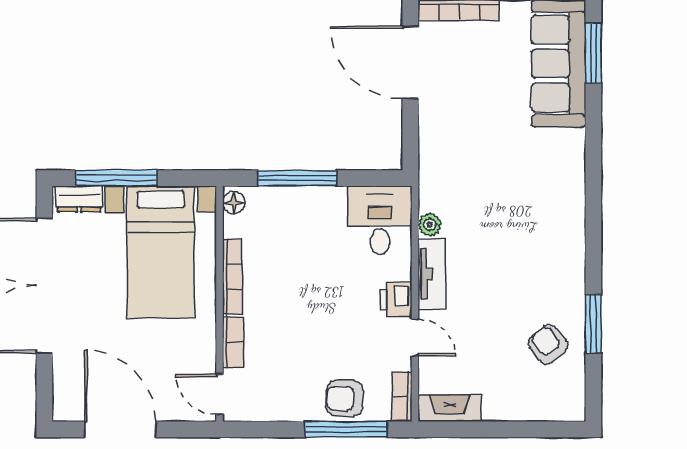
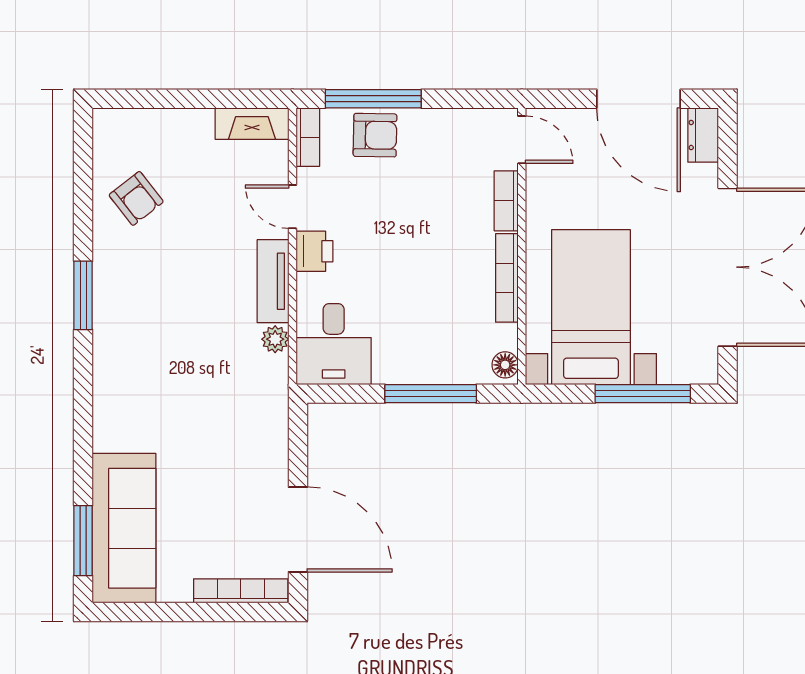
dresser: (79, 199) -> (703, 135), moved, turned -90
window: (593, 324) -> (83, 295), moved

